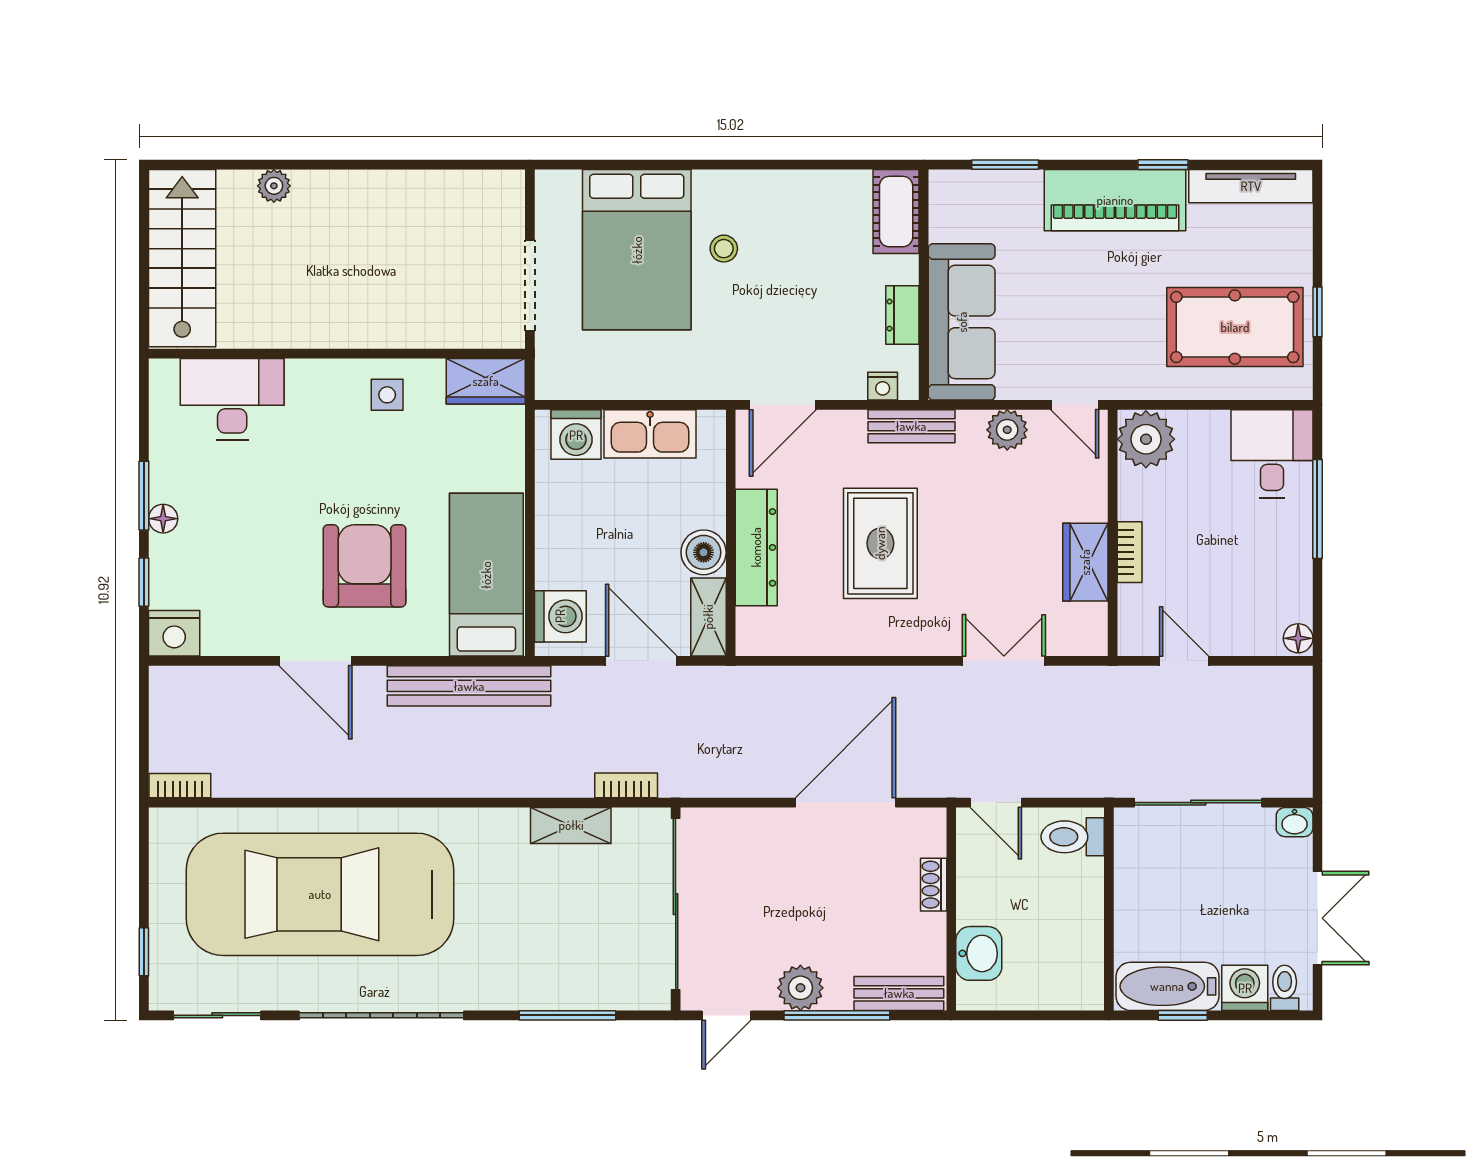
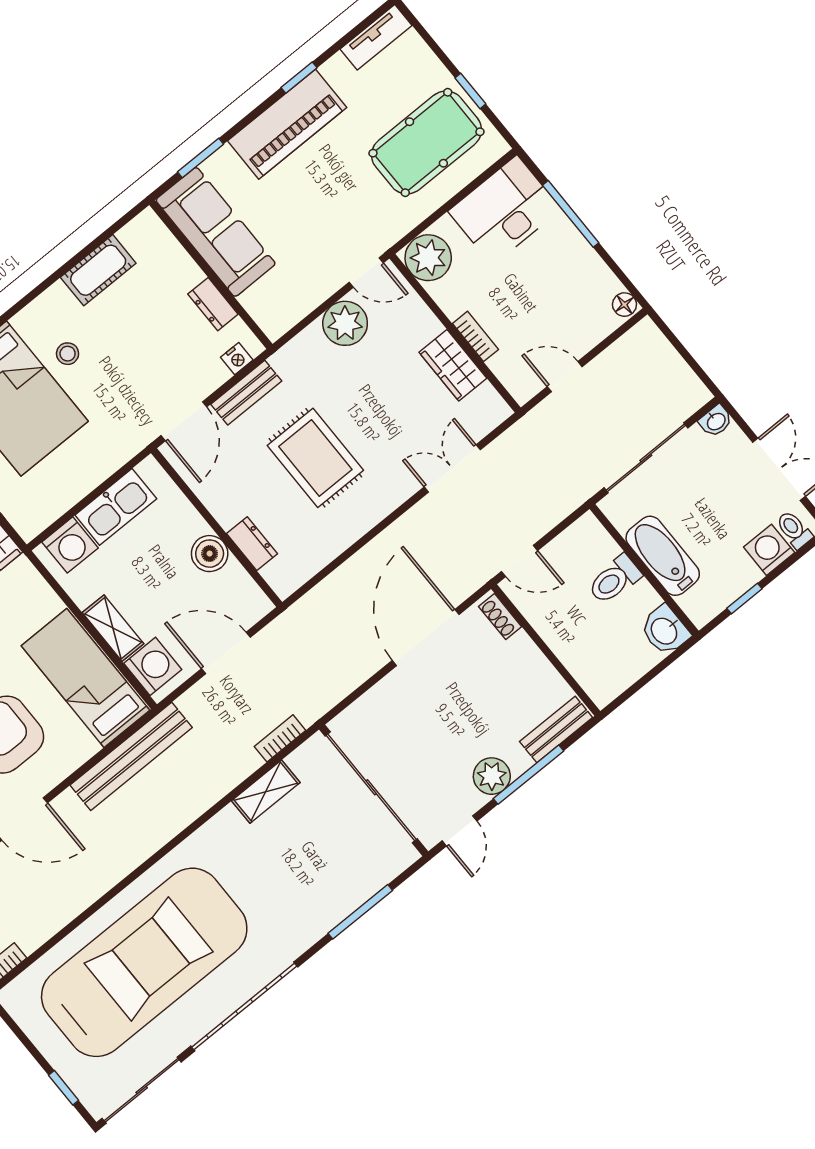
tv unit: (1251, 186) -> (376, 37), width x0.71
cot: (896, 212) -> (98, 270), moved, turned 90
sofa: (962, 322) -> (216, 232), moved
bench: (911, 426) -> (246, 393), moved
plant: (1007, 430) -> (345, 323), width x1.36, depth x1.36
desk: (1272, 454) -> (505, 210), width x1.37
dresser: (756, 547) -> (252, 544), width x0.51, depth x0.80
shelving: (708, 617) -> (113, 628), moved
toilet: (1073, 837) -> (614, 580), moved
shoe rack: (934, 885) -> (500, 617), moved
car: (320, 894) -> (144, 962), turned 180
washbasin: (979, 953) -> (665, 630), moved, turned 180
bathtub: (1167, 986) -> (663, 556), moved, turned 90
sliding door: (217, 1015) -> (142, 1090), width x1.37

